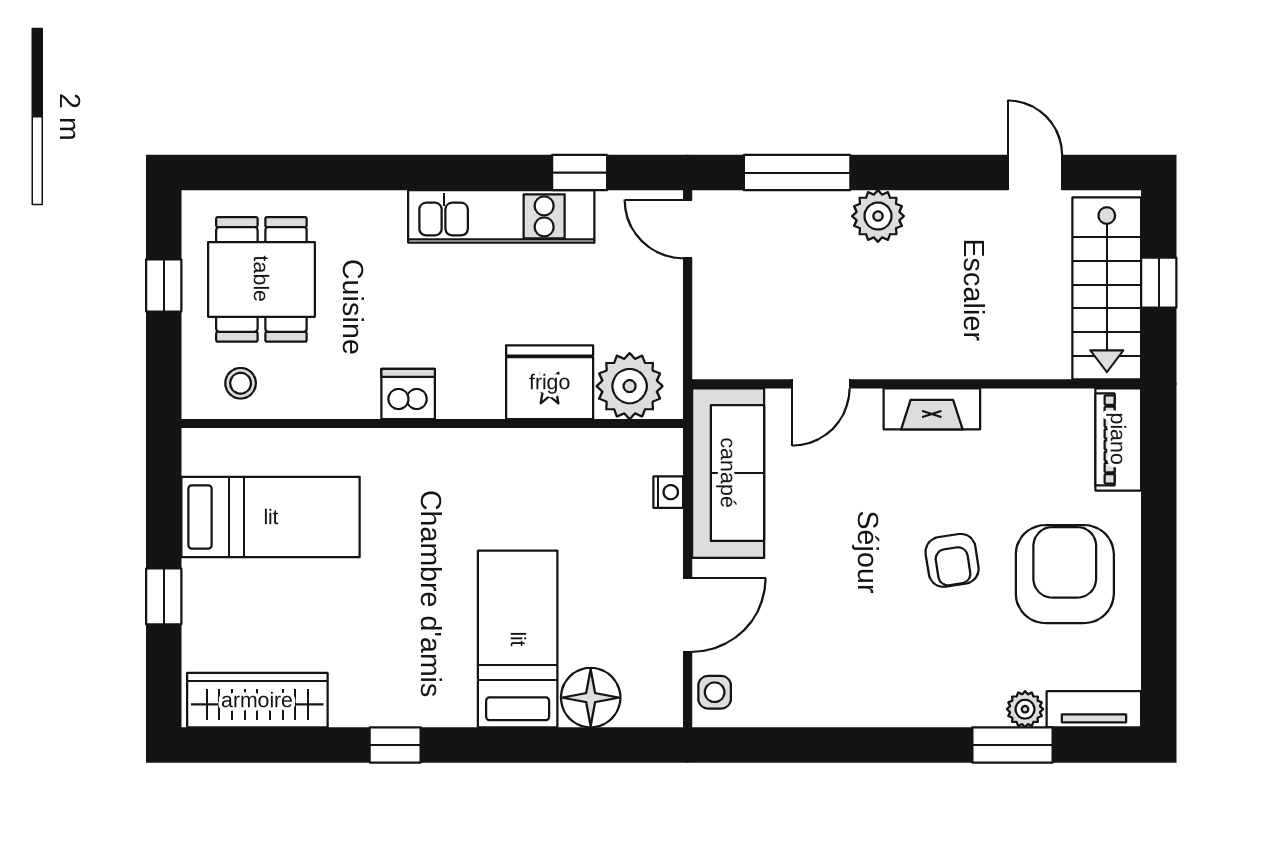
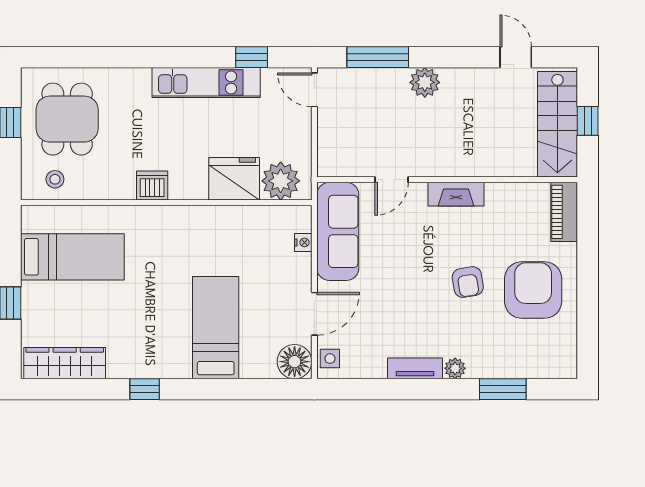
floor lamp: (591, 698) -> (295, 362), moved
plant: (1025, 709) -> (455, 368), moved
tv unit: (1094, 709) -> (415, 368), moved

